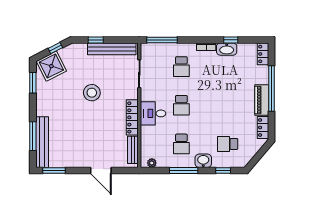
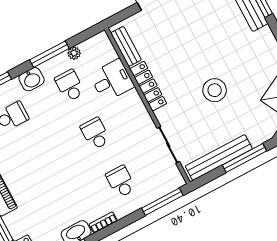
window: (96, 40) -> (244, 158), width x2.17
desk: (153, 113) -> (112, 80), moved
plant: (152, 163) -> (74, 53), moved

